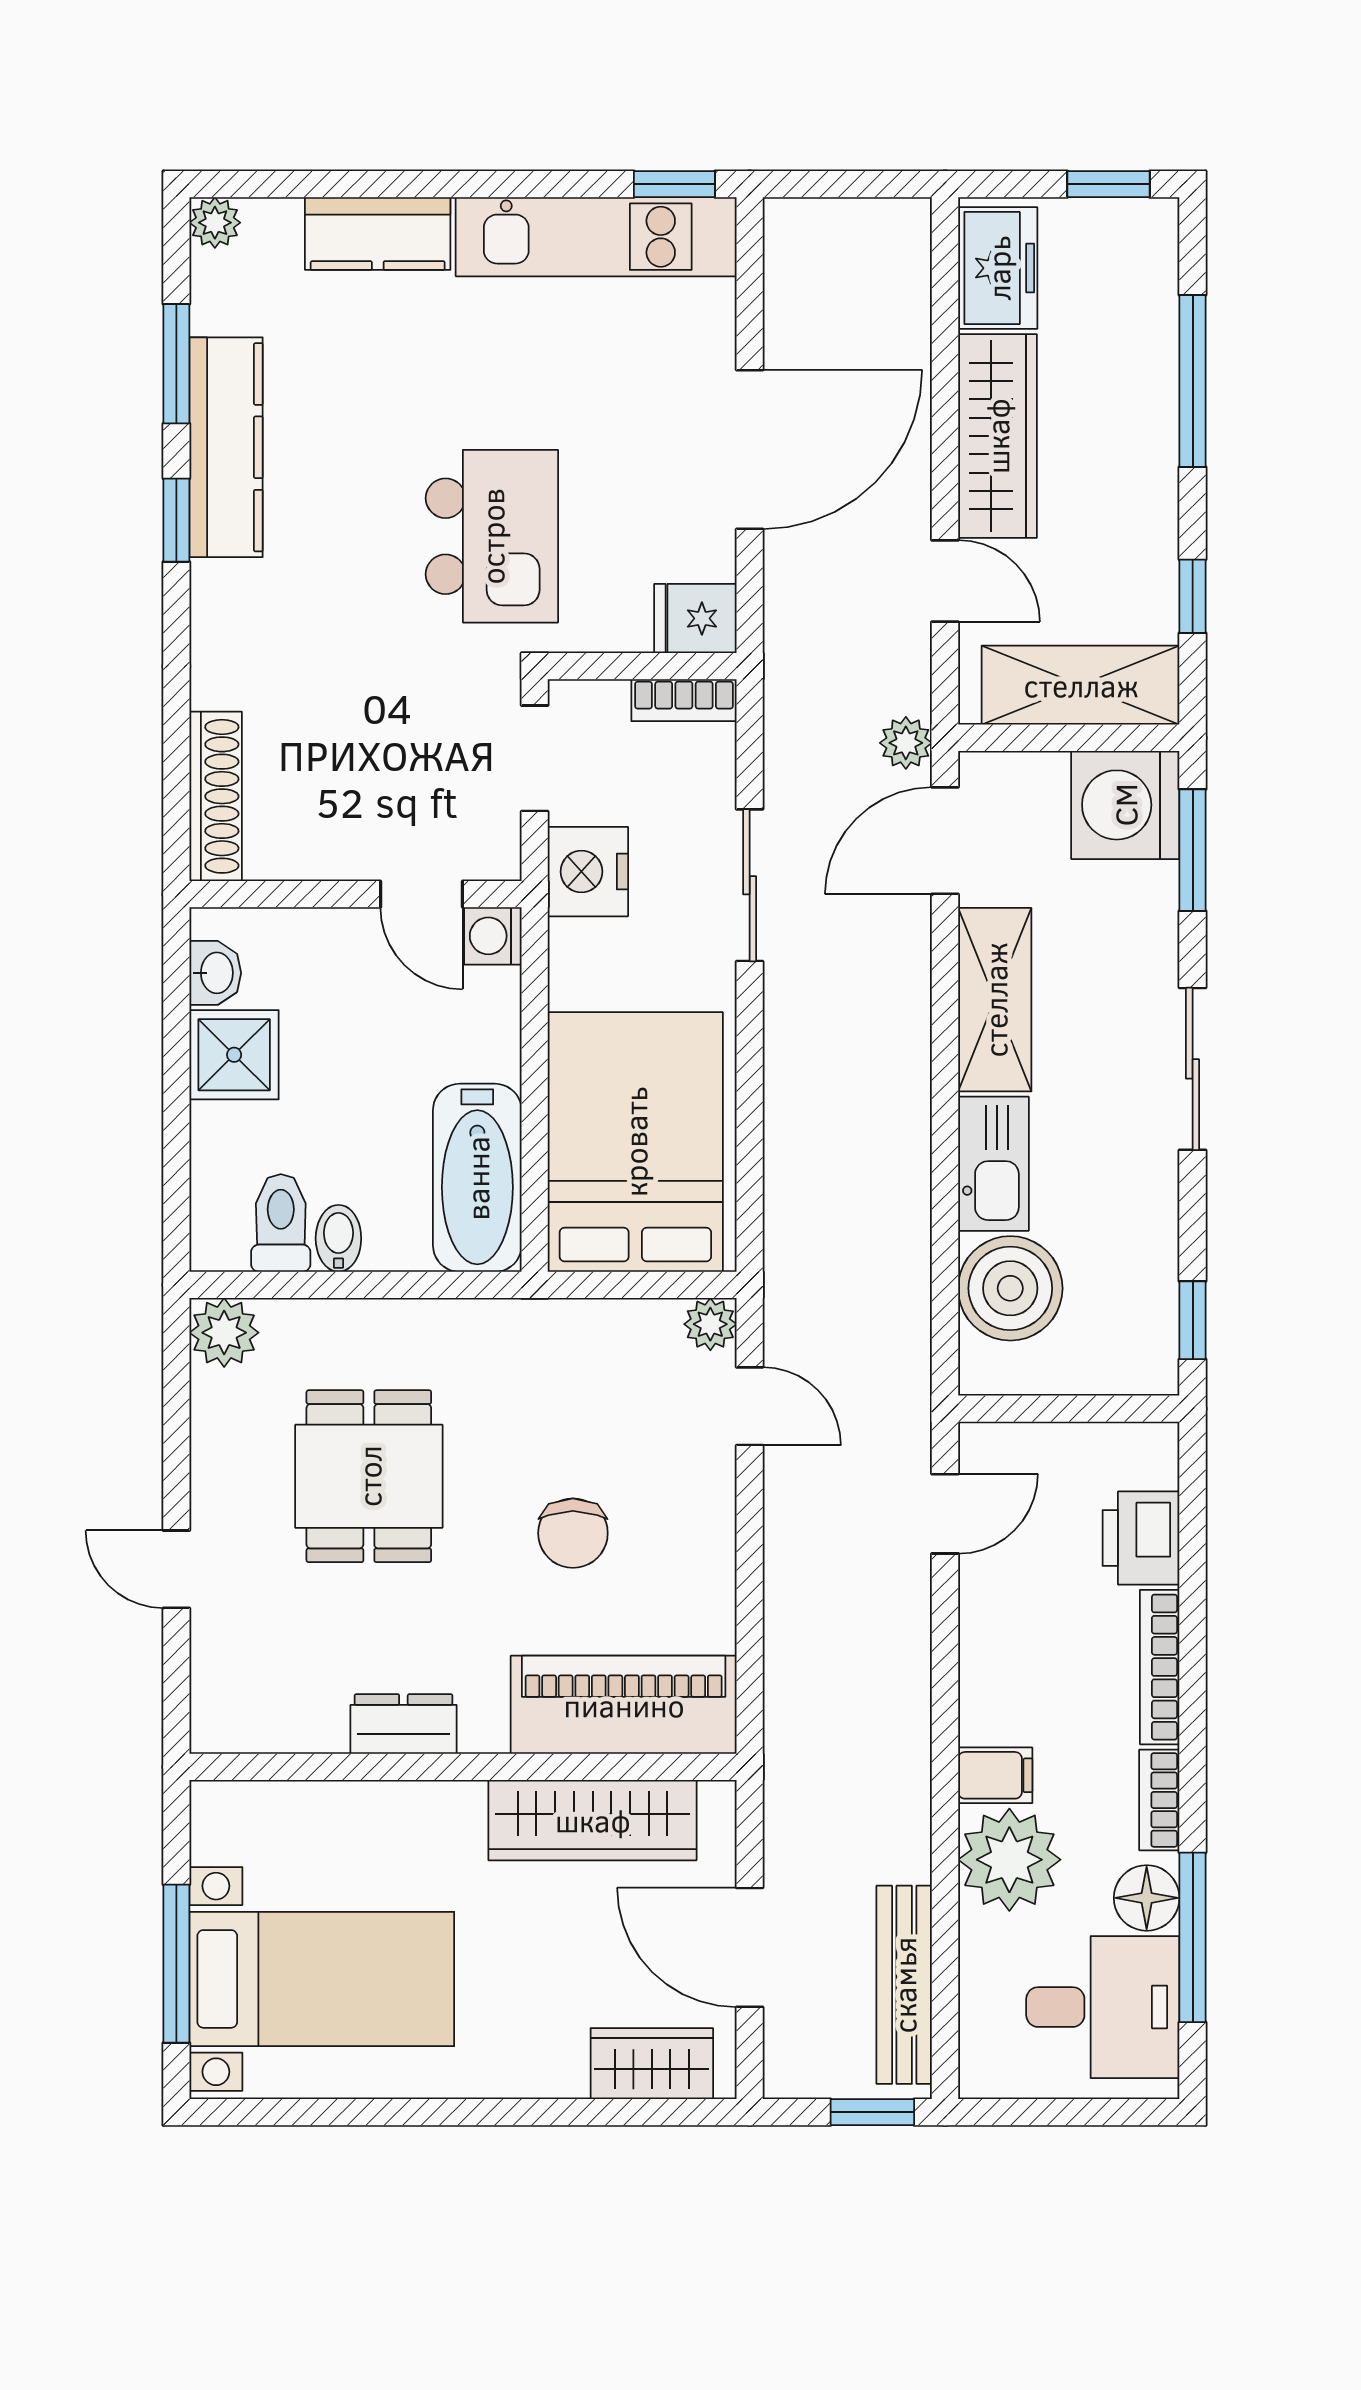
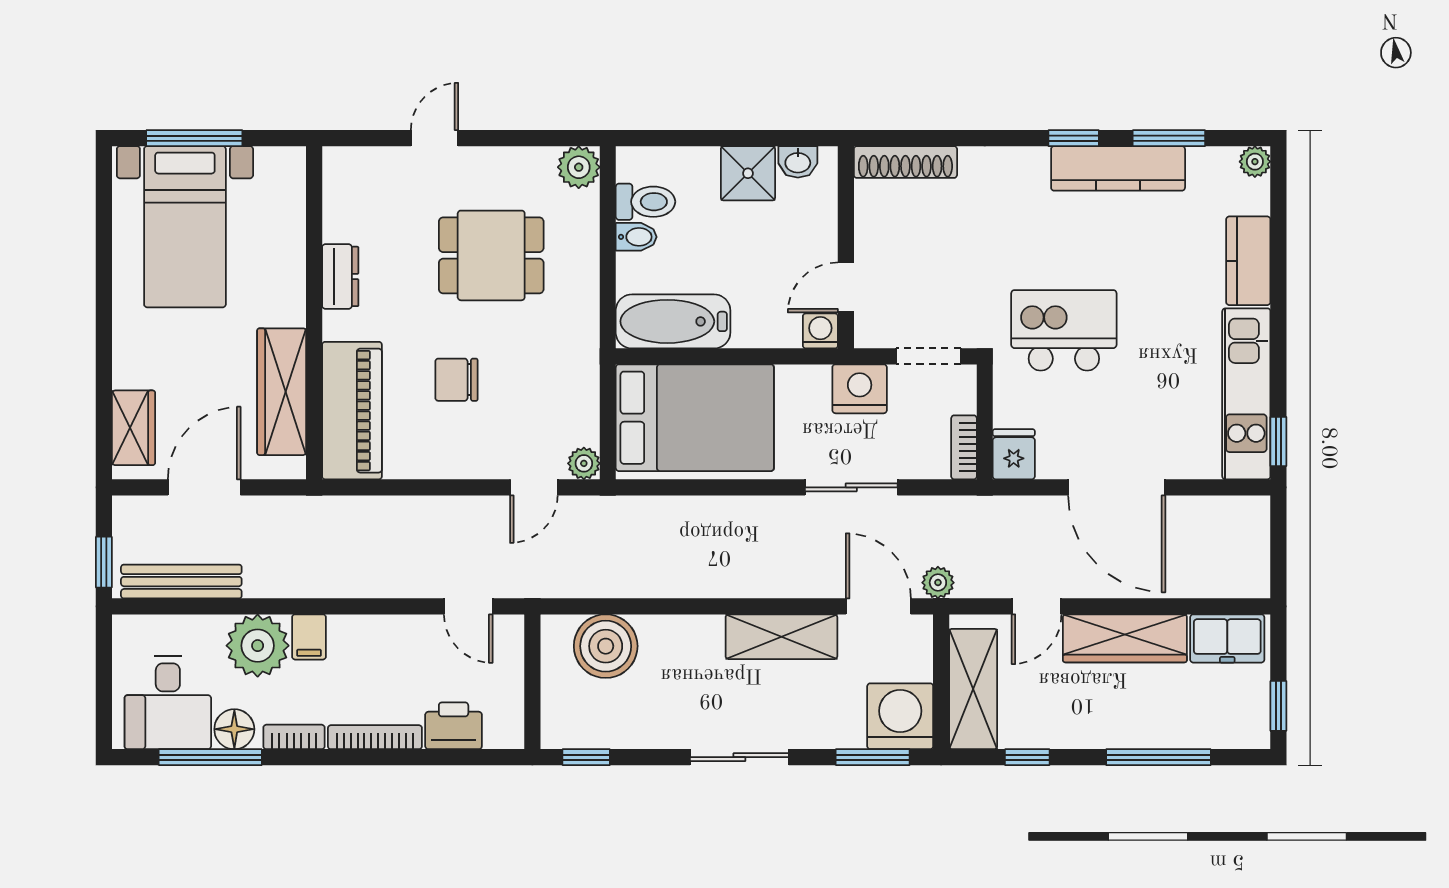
kitchen island: (492, 536) -> (1064, 330), turned 180
kitchen sink: (993, 1164) -> (682, 636), removed

